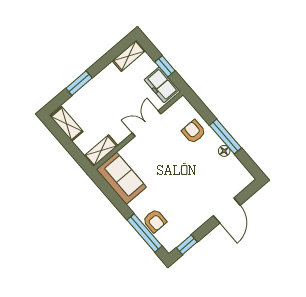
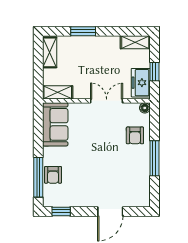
armchair: (194, 132) -> (135, 135), turned 180
floor lamp: (224, 151) -> (145, 108), moved

